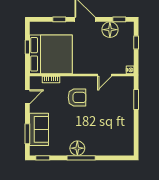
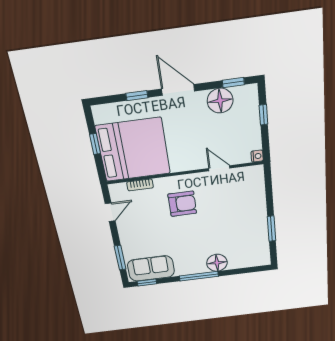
door: (105, 75) -> (219, 168), swing flipped
window: (136, 100) -> (272, 229), moved
sofa: (39, 129) -> (151, 268), moved, turned -90
floor lamp: (77, 148) -> (217, 263), moved

